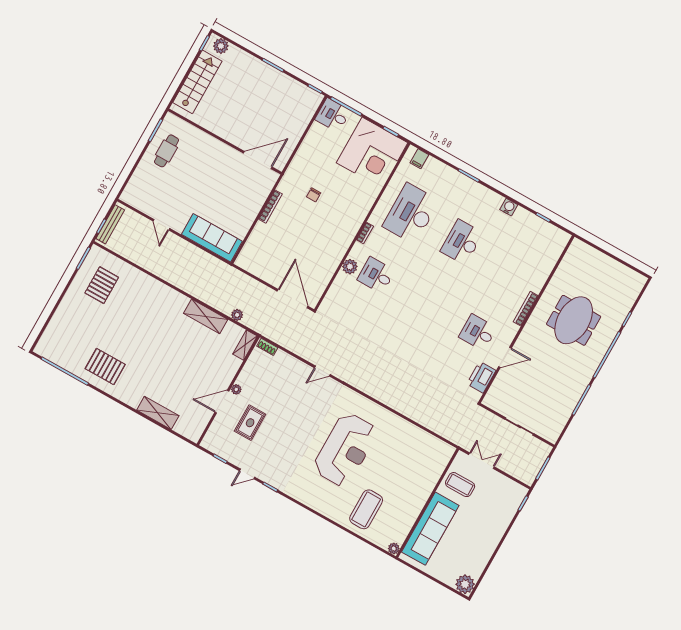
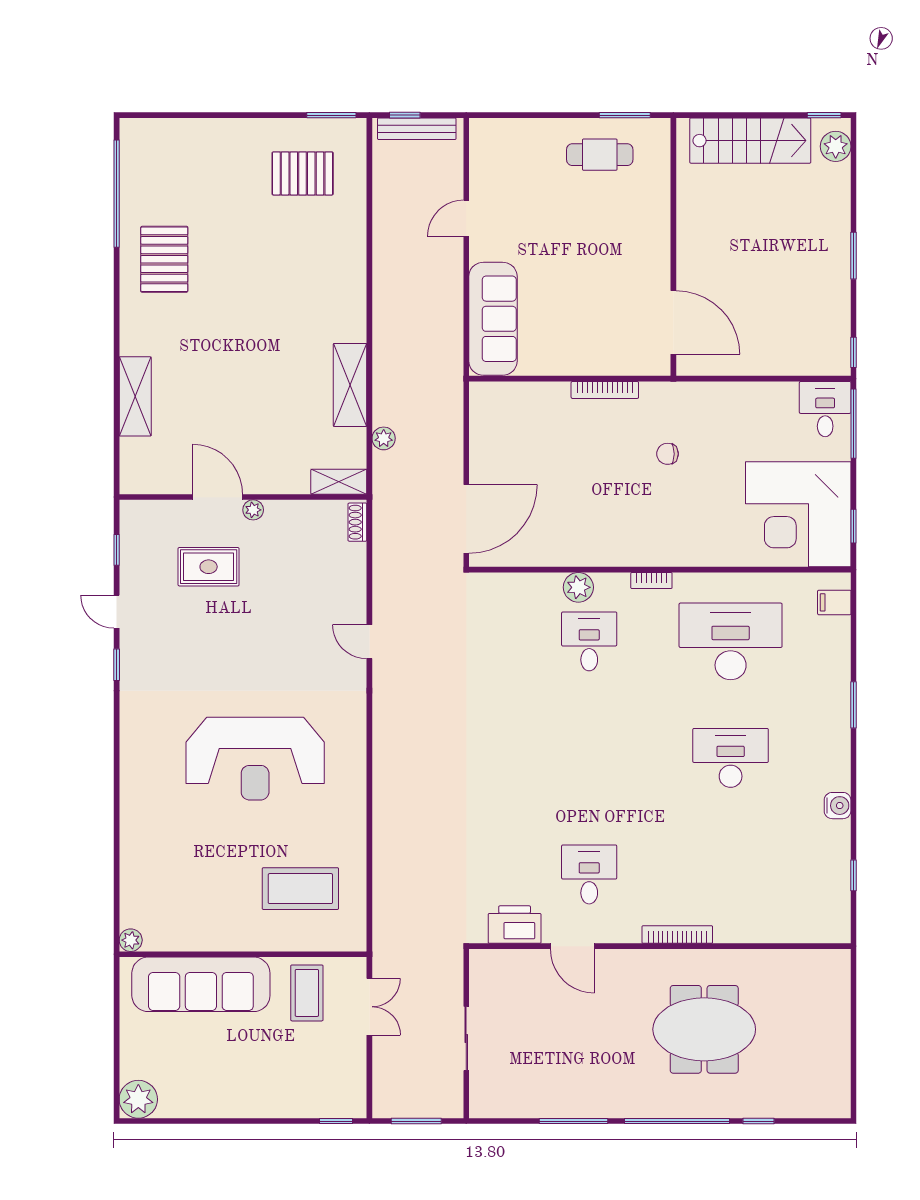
coffee table: (366, 509) -> (300, 889), moved

